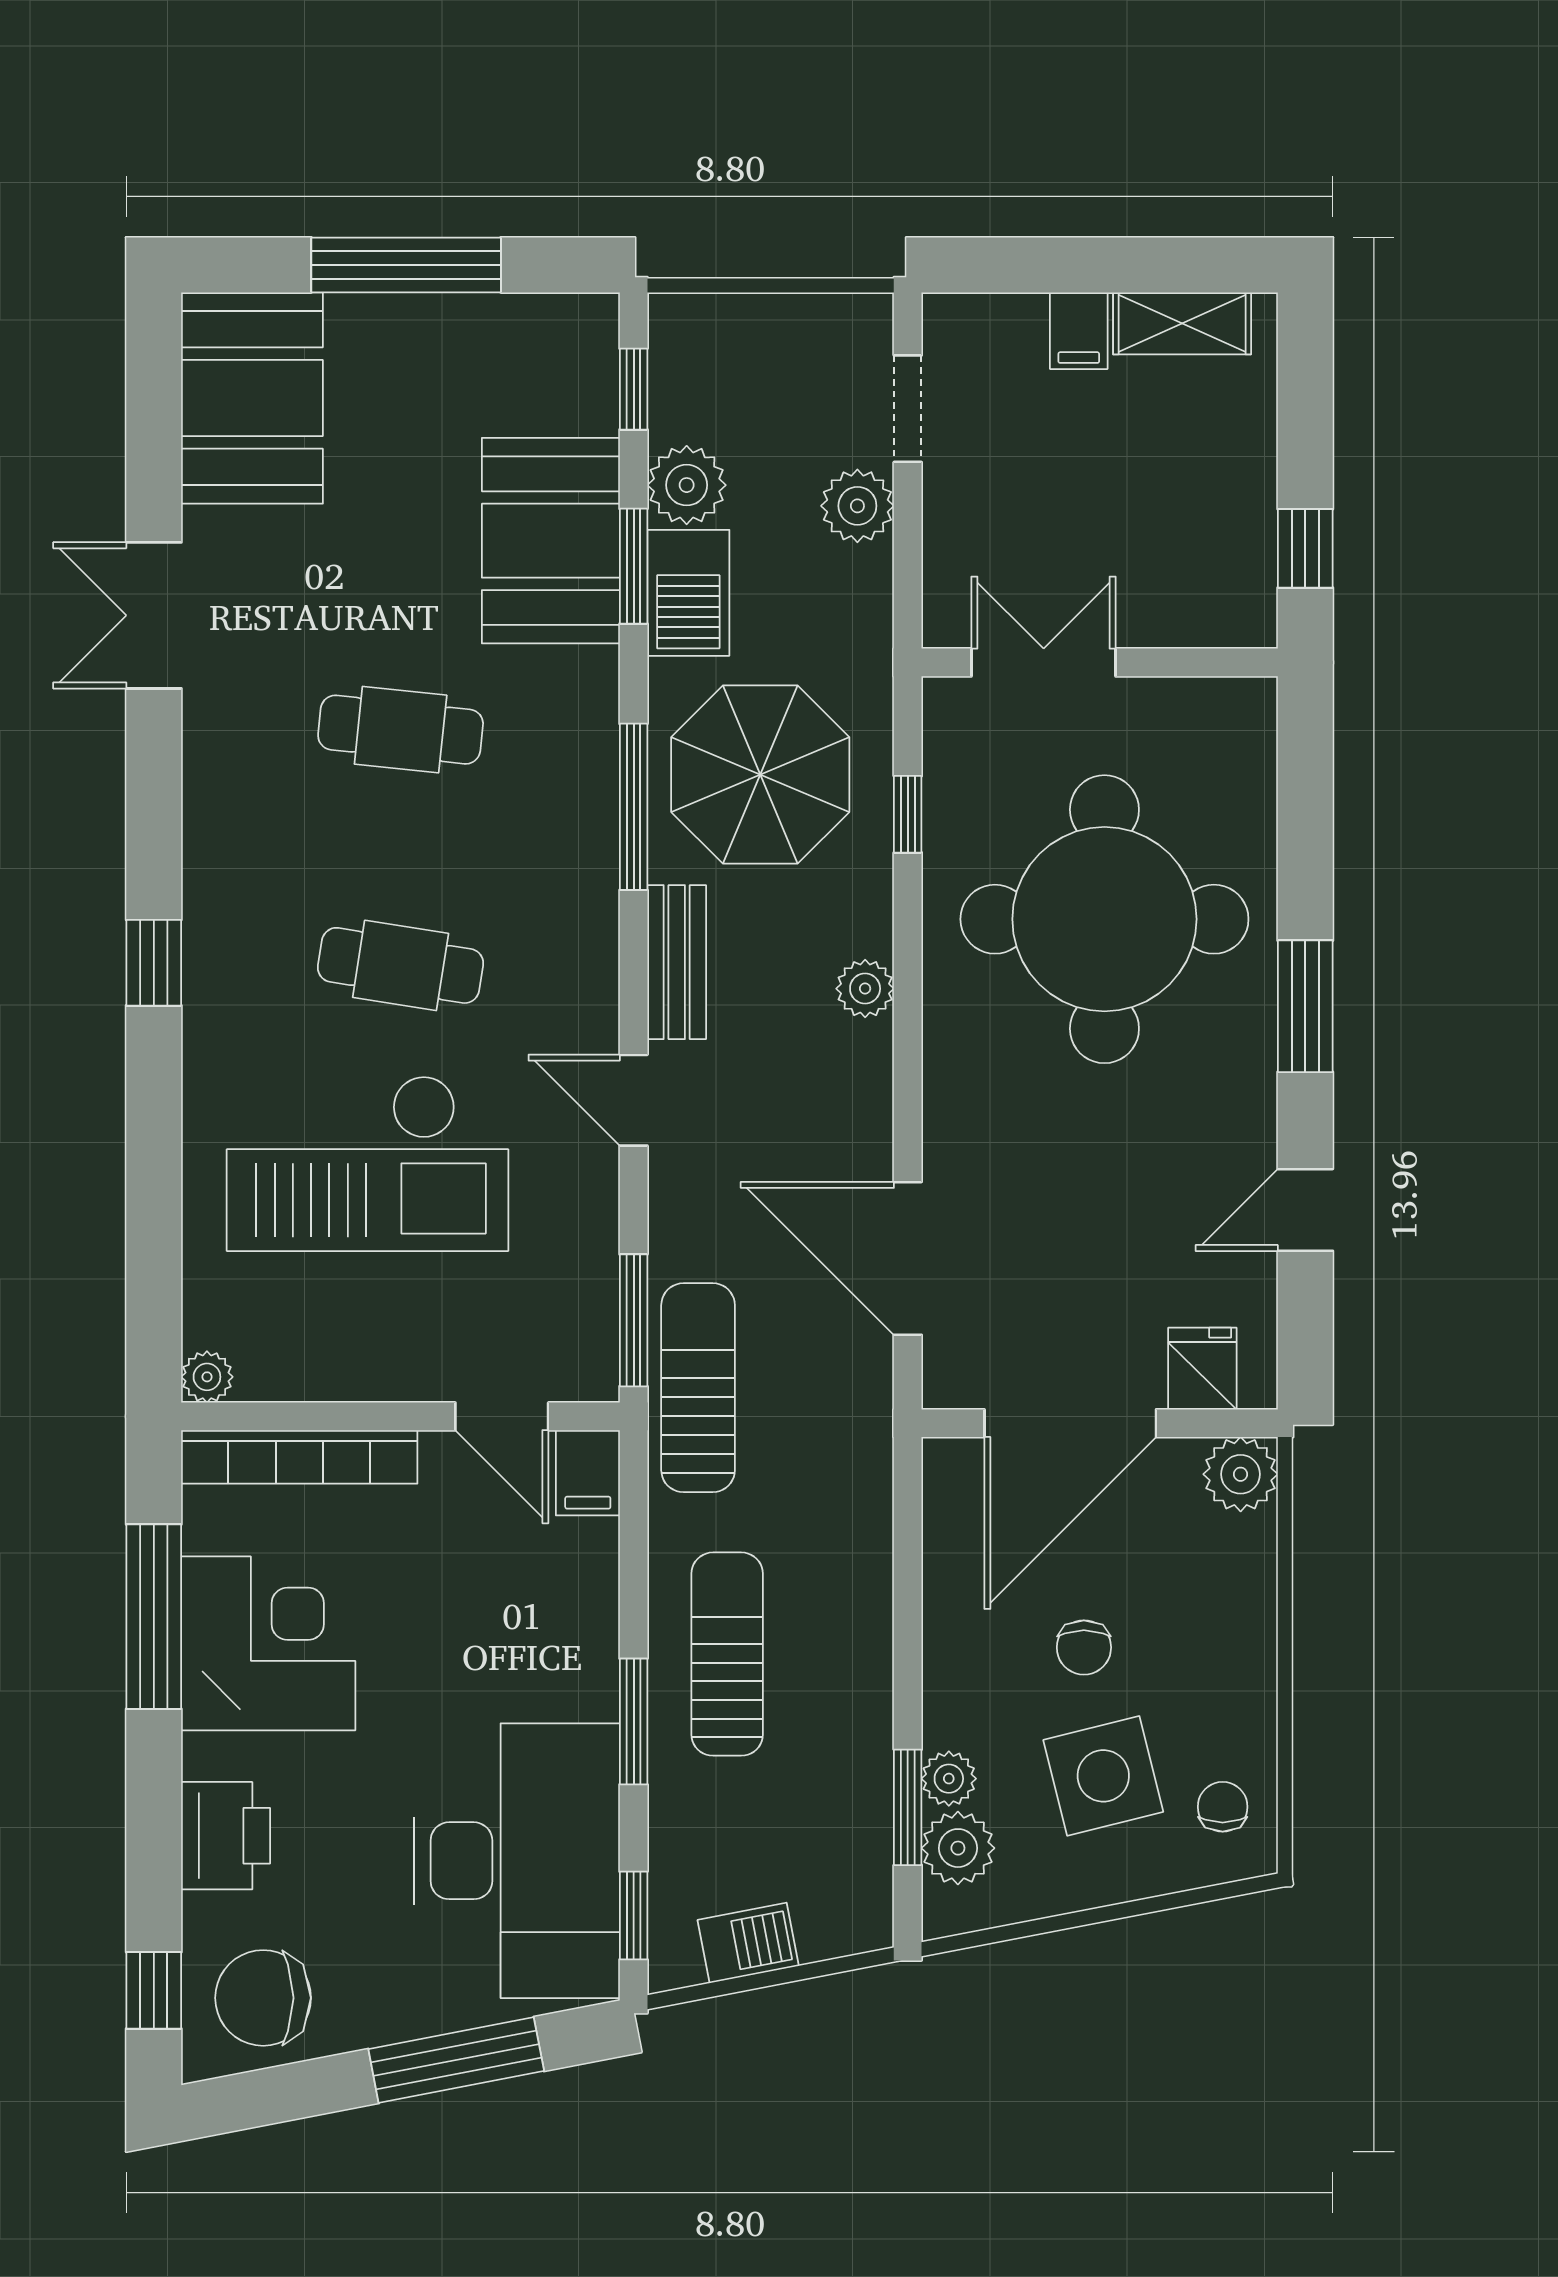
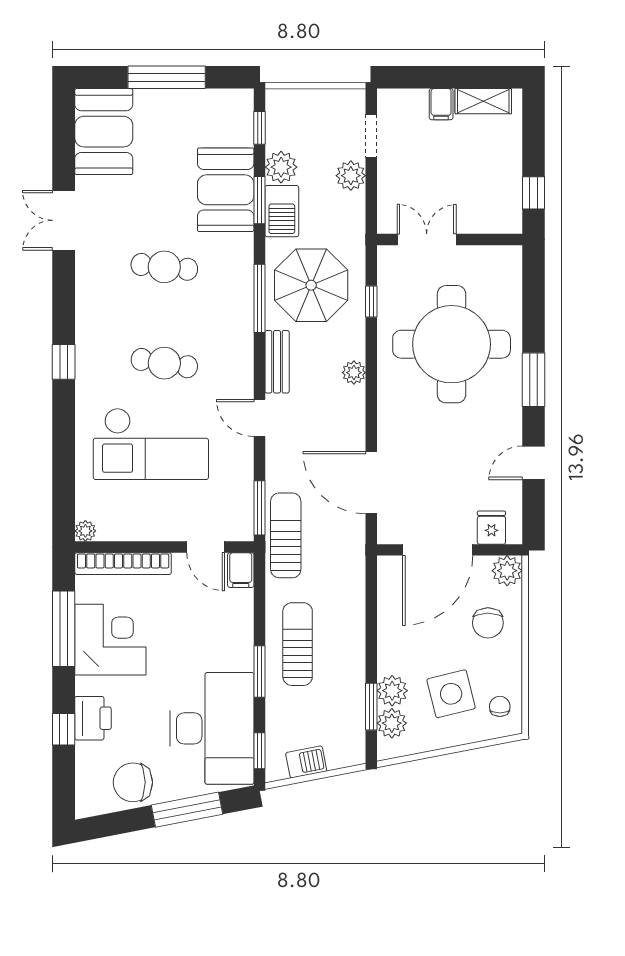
chair: (1084, 1647) -> (488, 623), moved, width x1.37, depth x1.37
plant: (949, 1779) -> (392, 691), width x1.38, depth x1.38
window: (154, 1990) -> (64, 729), moved
chair: (263, 1998) -> (133, 782), moved

